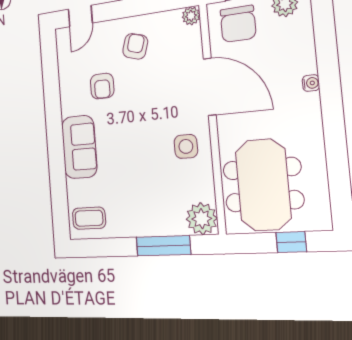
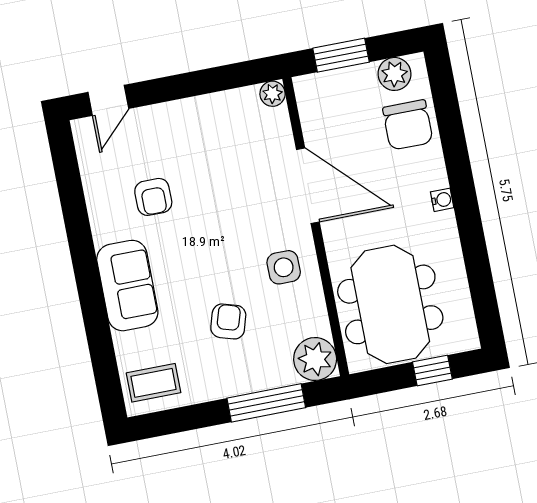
chair: (238, 24) -> (408, 125), moved
armchair: (135, 46) -> (228, 321), moved
water cooler: (311, 83) -> (442, 200), moved

